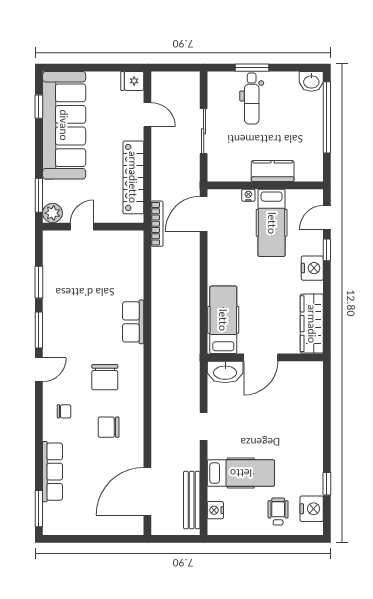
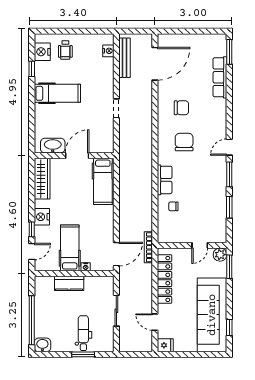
washbasin: (225, 372) -> (53, 146), moved
chair: (64, 411) -> (173, 206), moved
hospital bed: (241, 473) -> (57, 93), moved, turned 180

